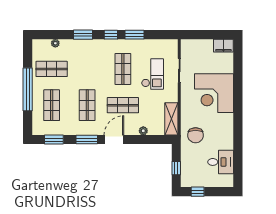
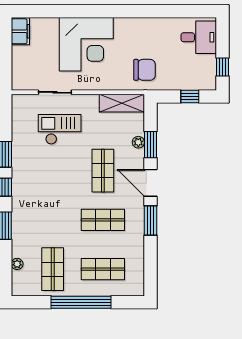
shop shelf: (123, 69) -> (53, 171), removed
window: (54, 140) -> (150, 145), moved
desk: (221, 162) -> (199, 37), moved, turned 90

